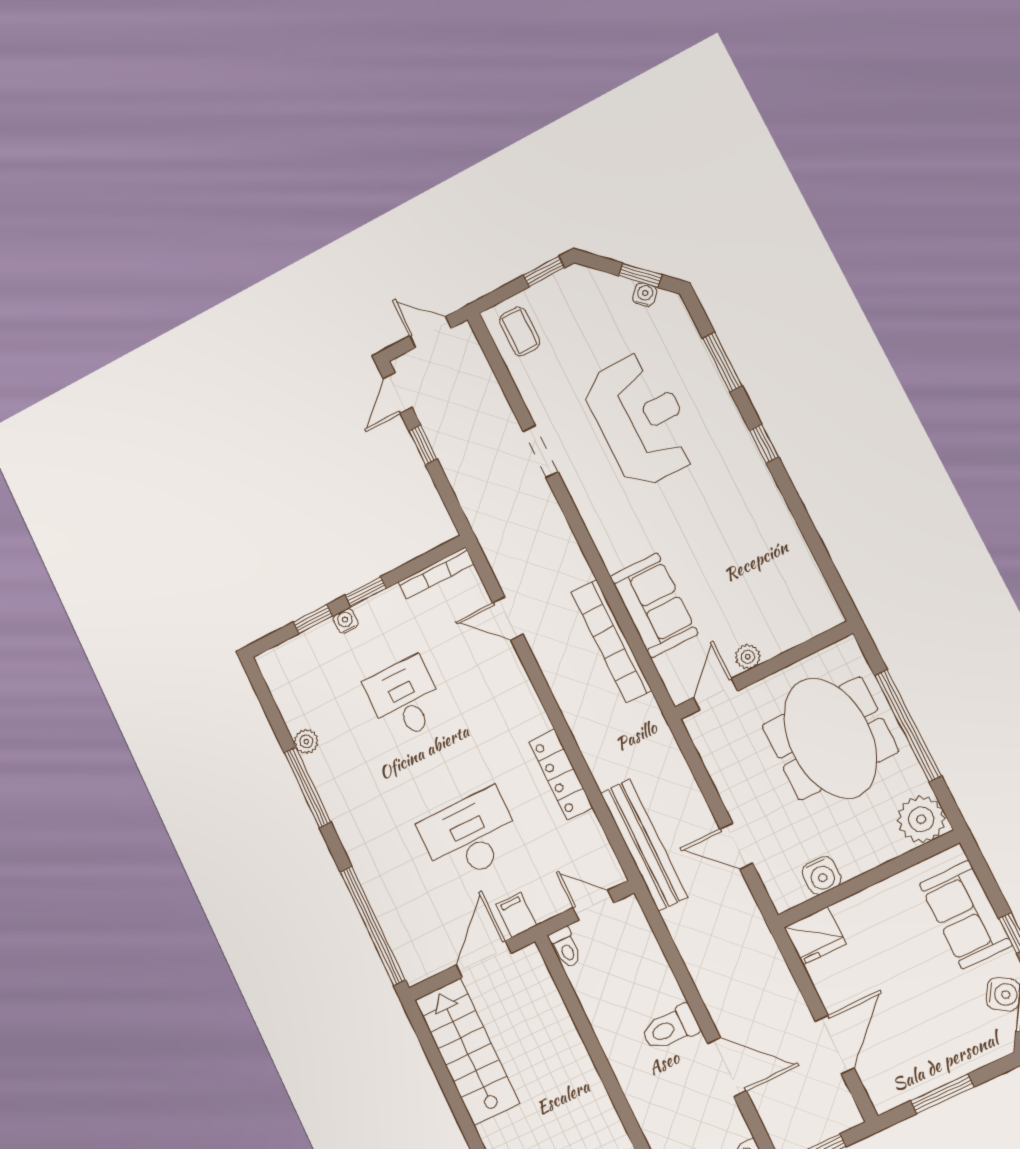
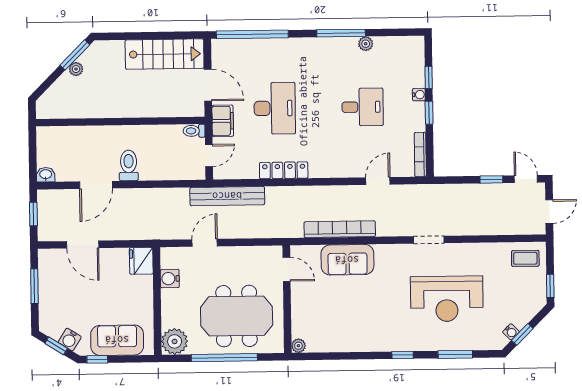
doorway: (541, 452) -> (429, 240), moved
plant: (748, 657) -> (298, 346), moved
filing cabinet: (516, 915) -> (223, 121), width x2.00

